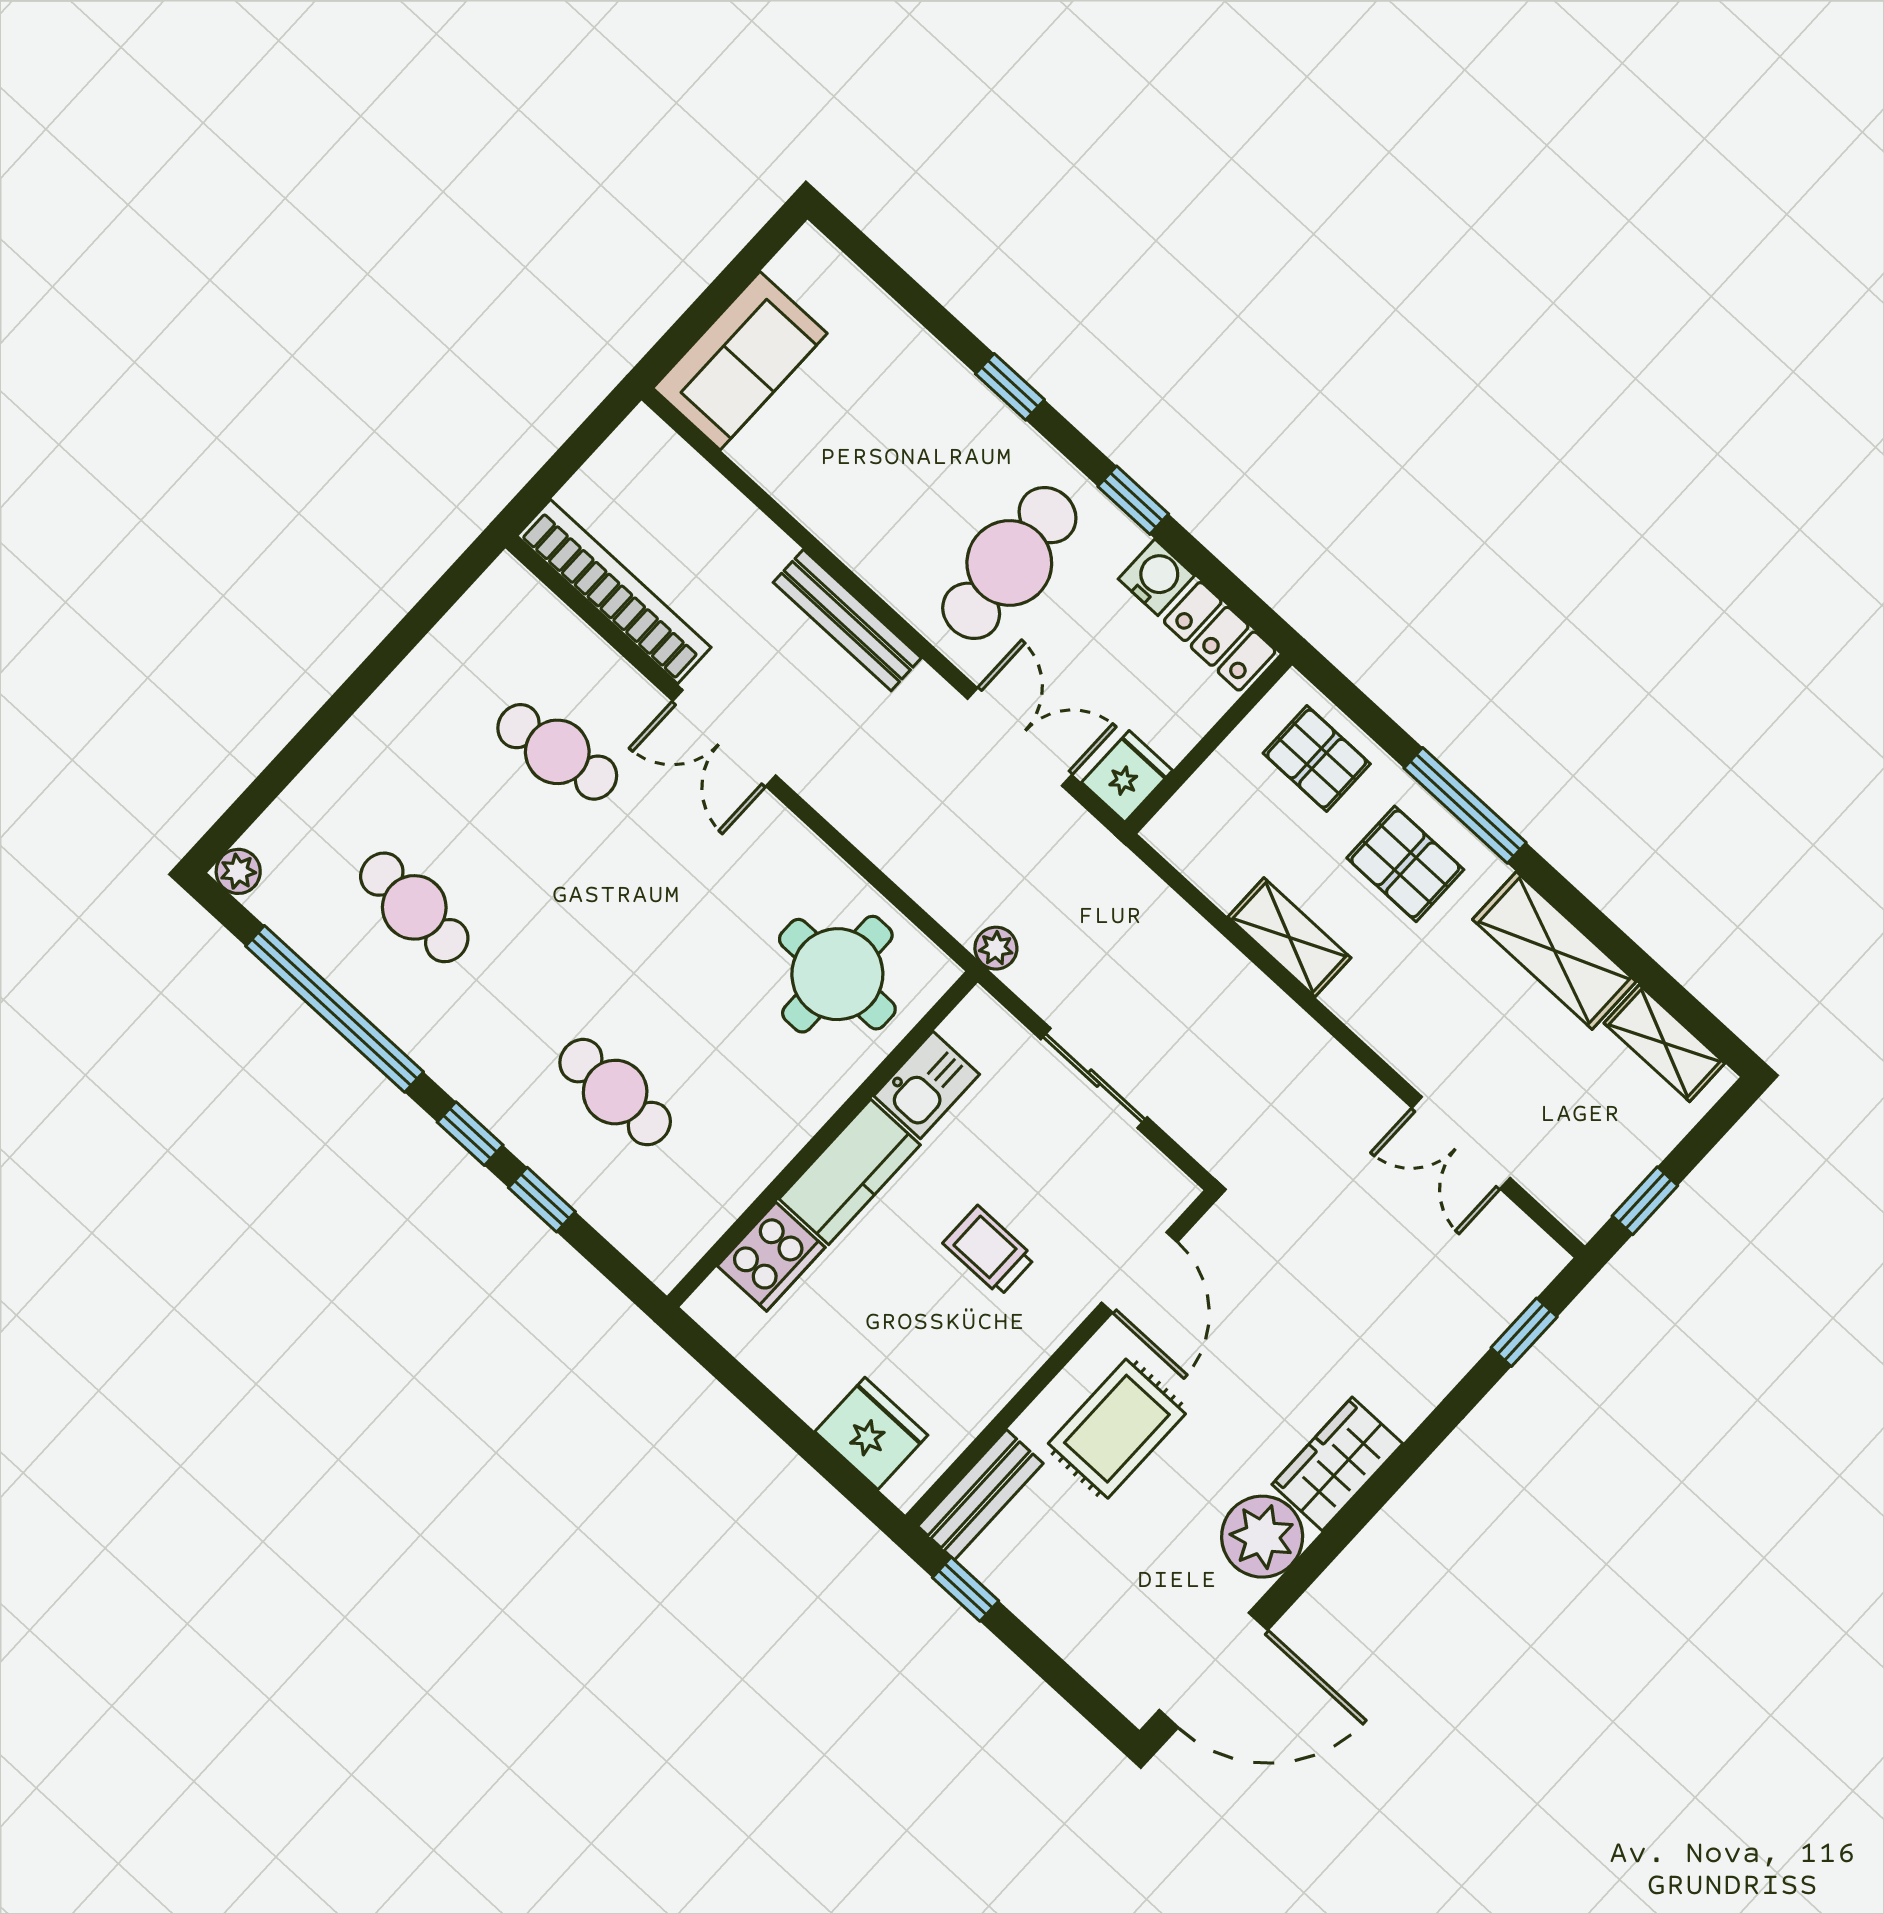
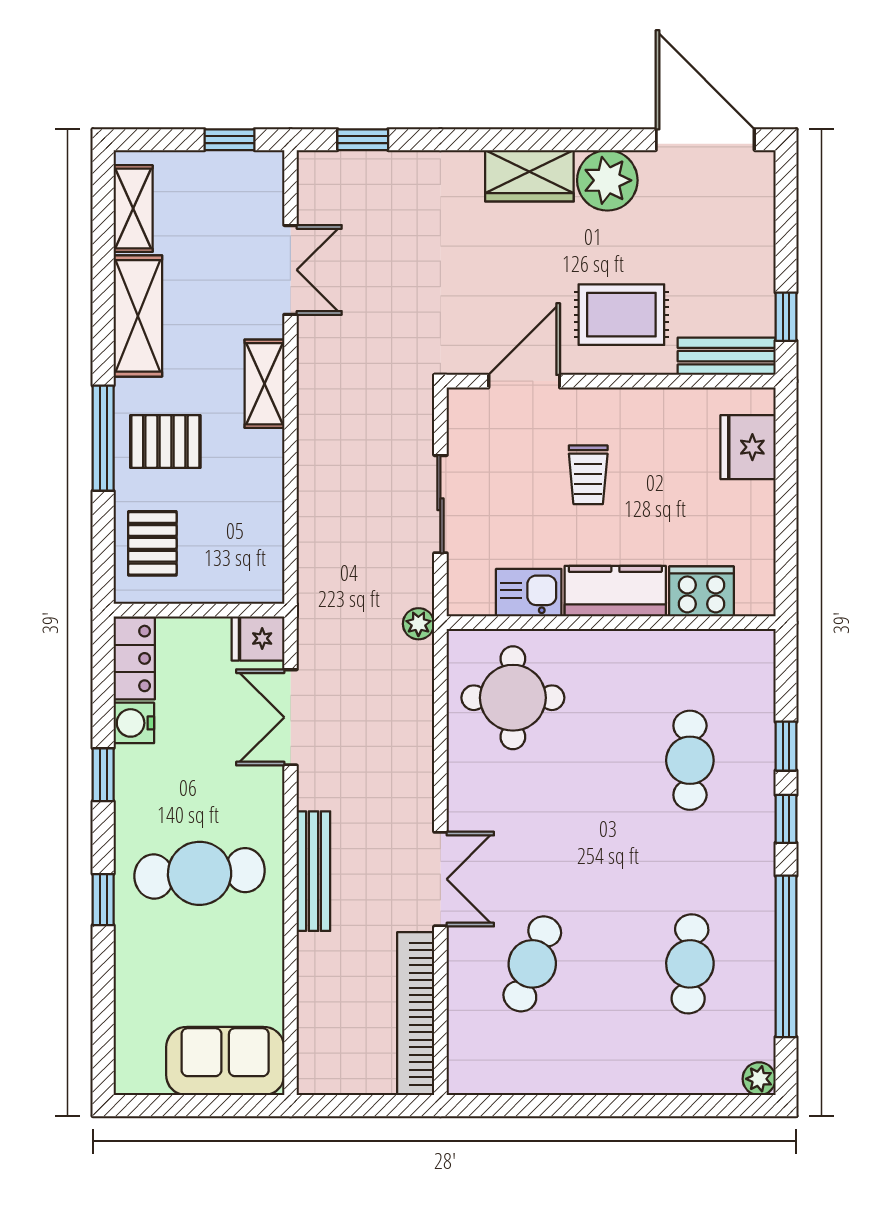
cafe table: (1009, 563) -> (200, 873), moved
cafe table: (557, 752) -> (532, 964), turned 30
pallet: (1405, 864) -> (165, 441), turned 90
shelving: (1289, 937) -> (264, 384), moved

